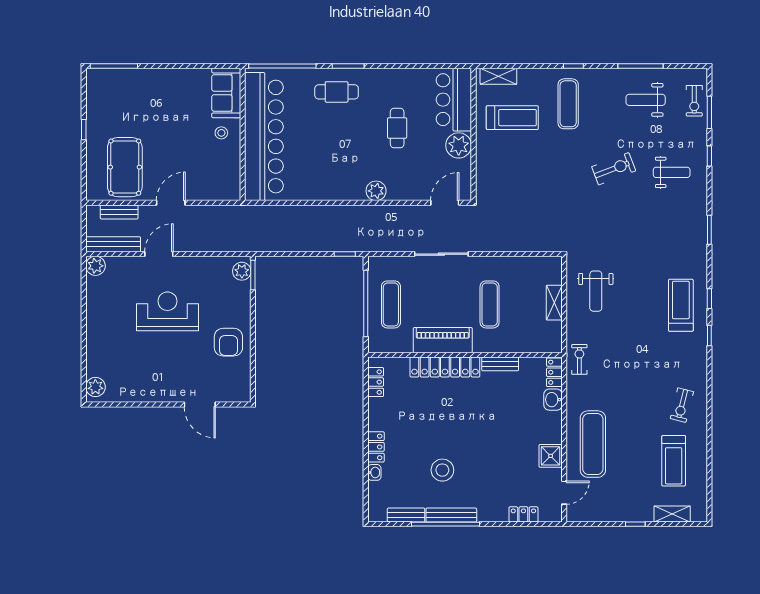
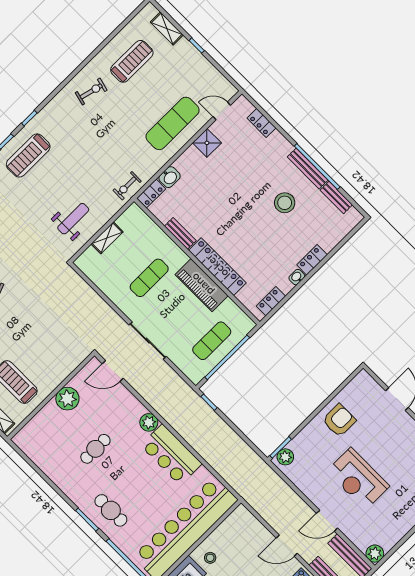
bar counter: (454, 100) -> (171, 455), moved, turned 90
washbasin: (374, 472) -> (297, 277), moved

